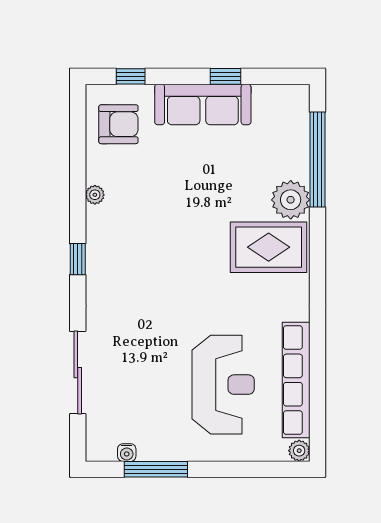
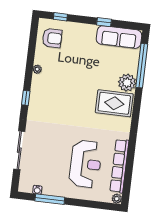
sofa: (203, 104) -> (119, 37), moved

